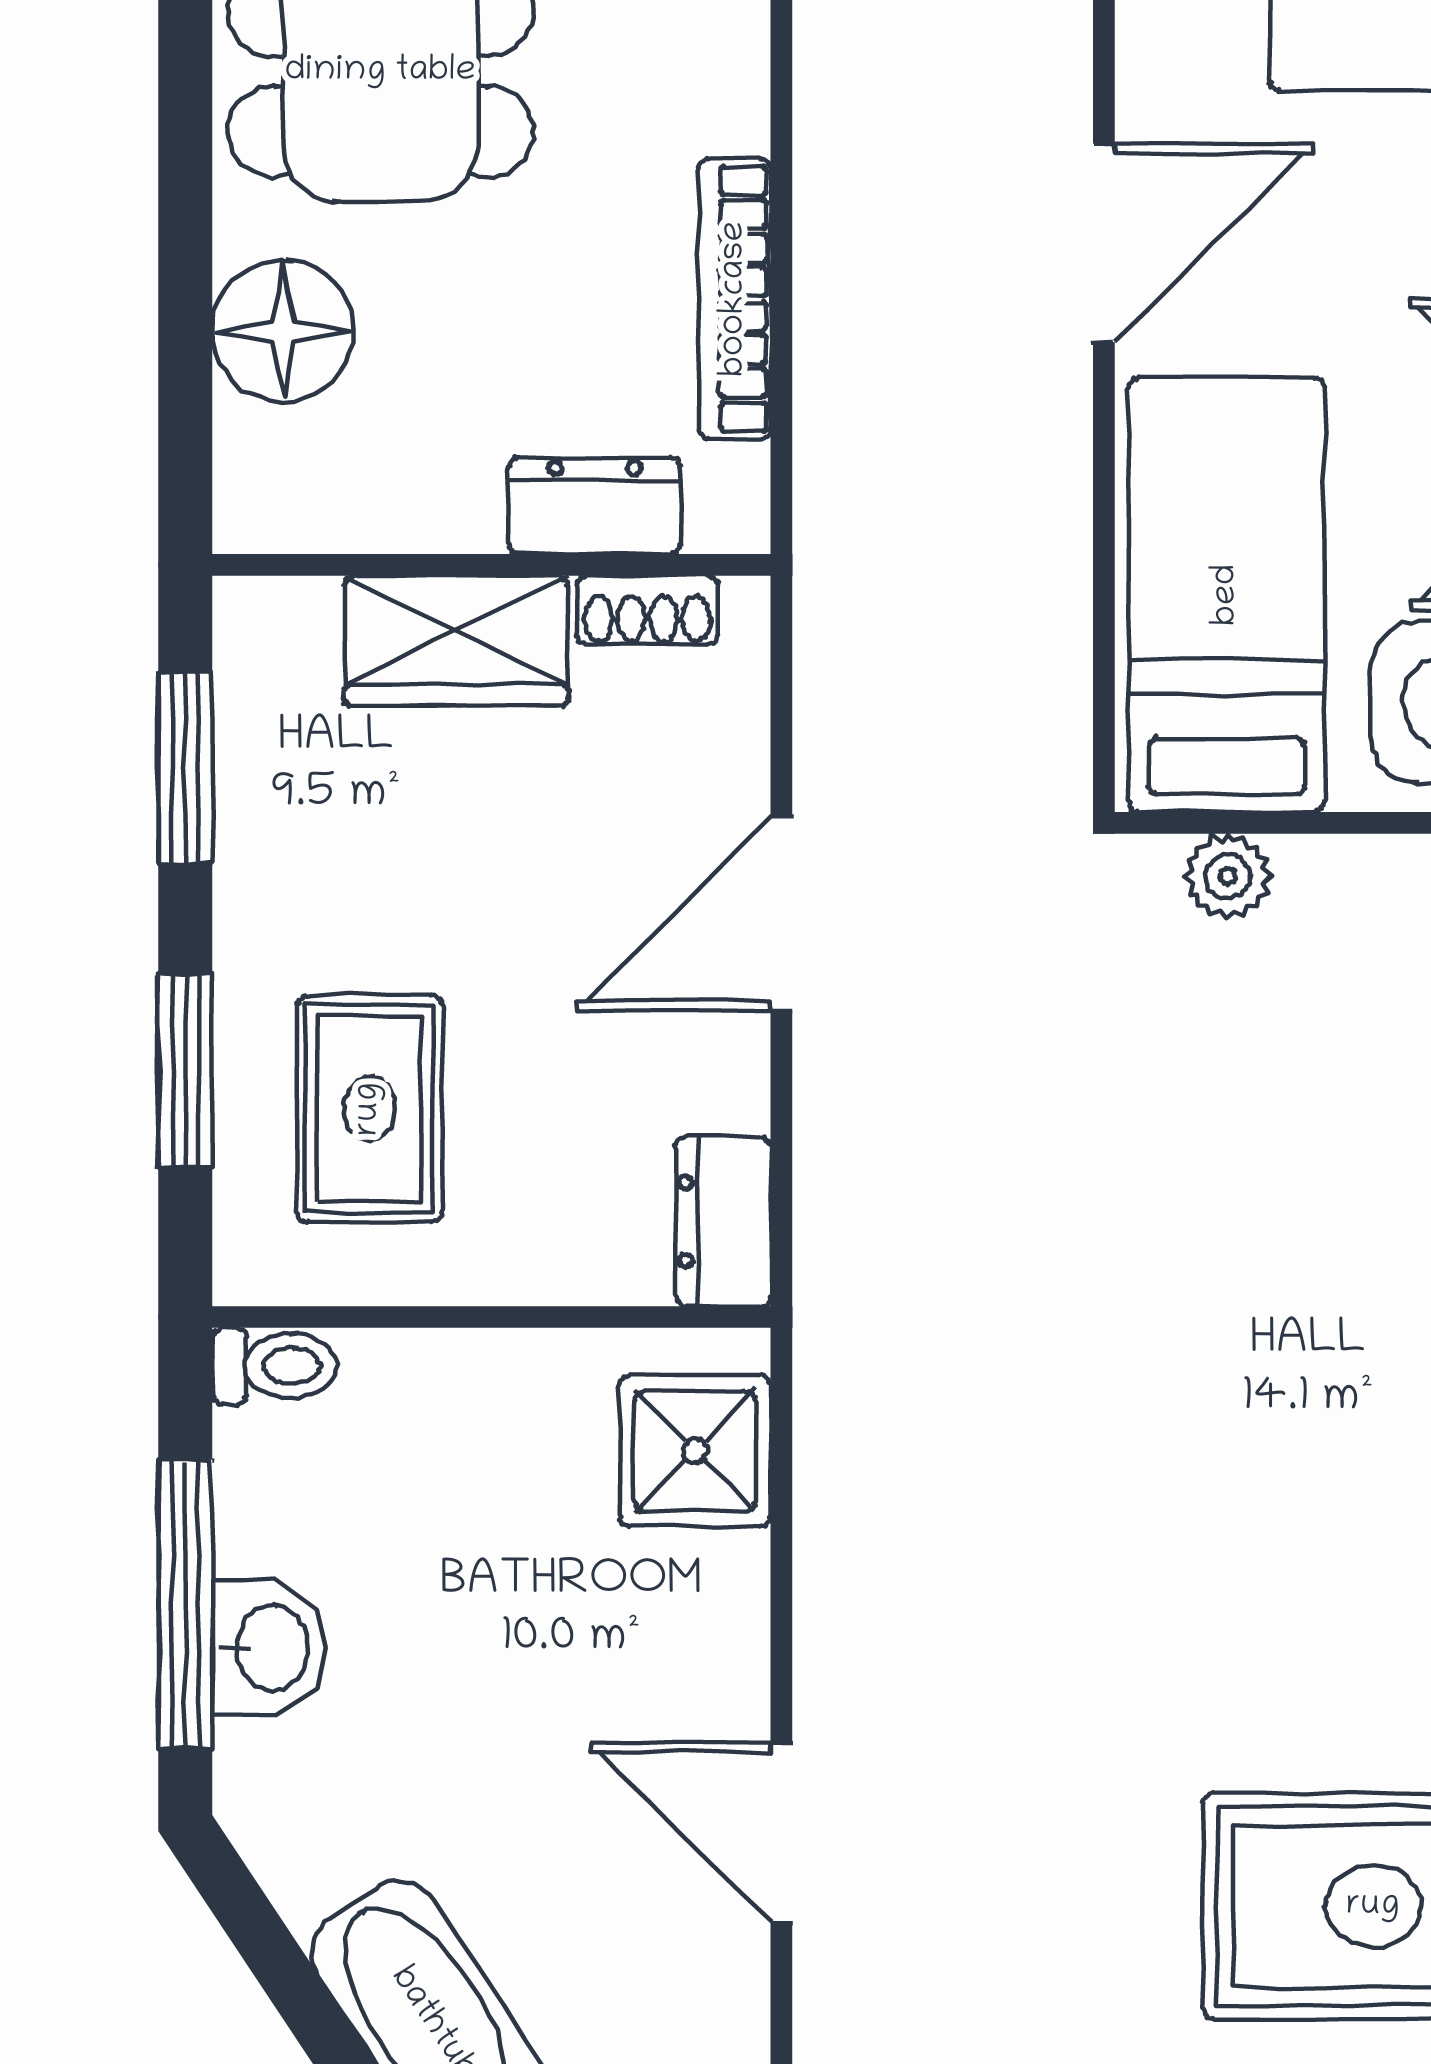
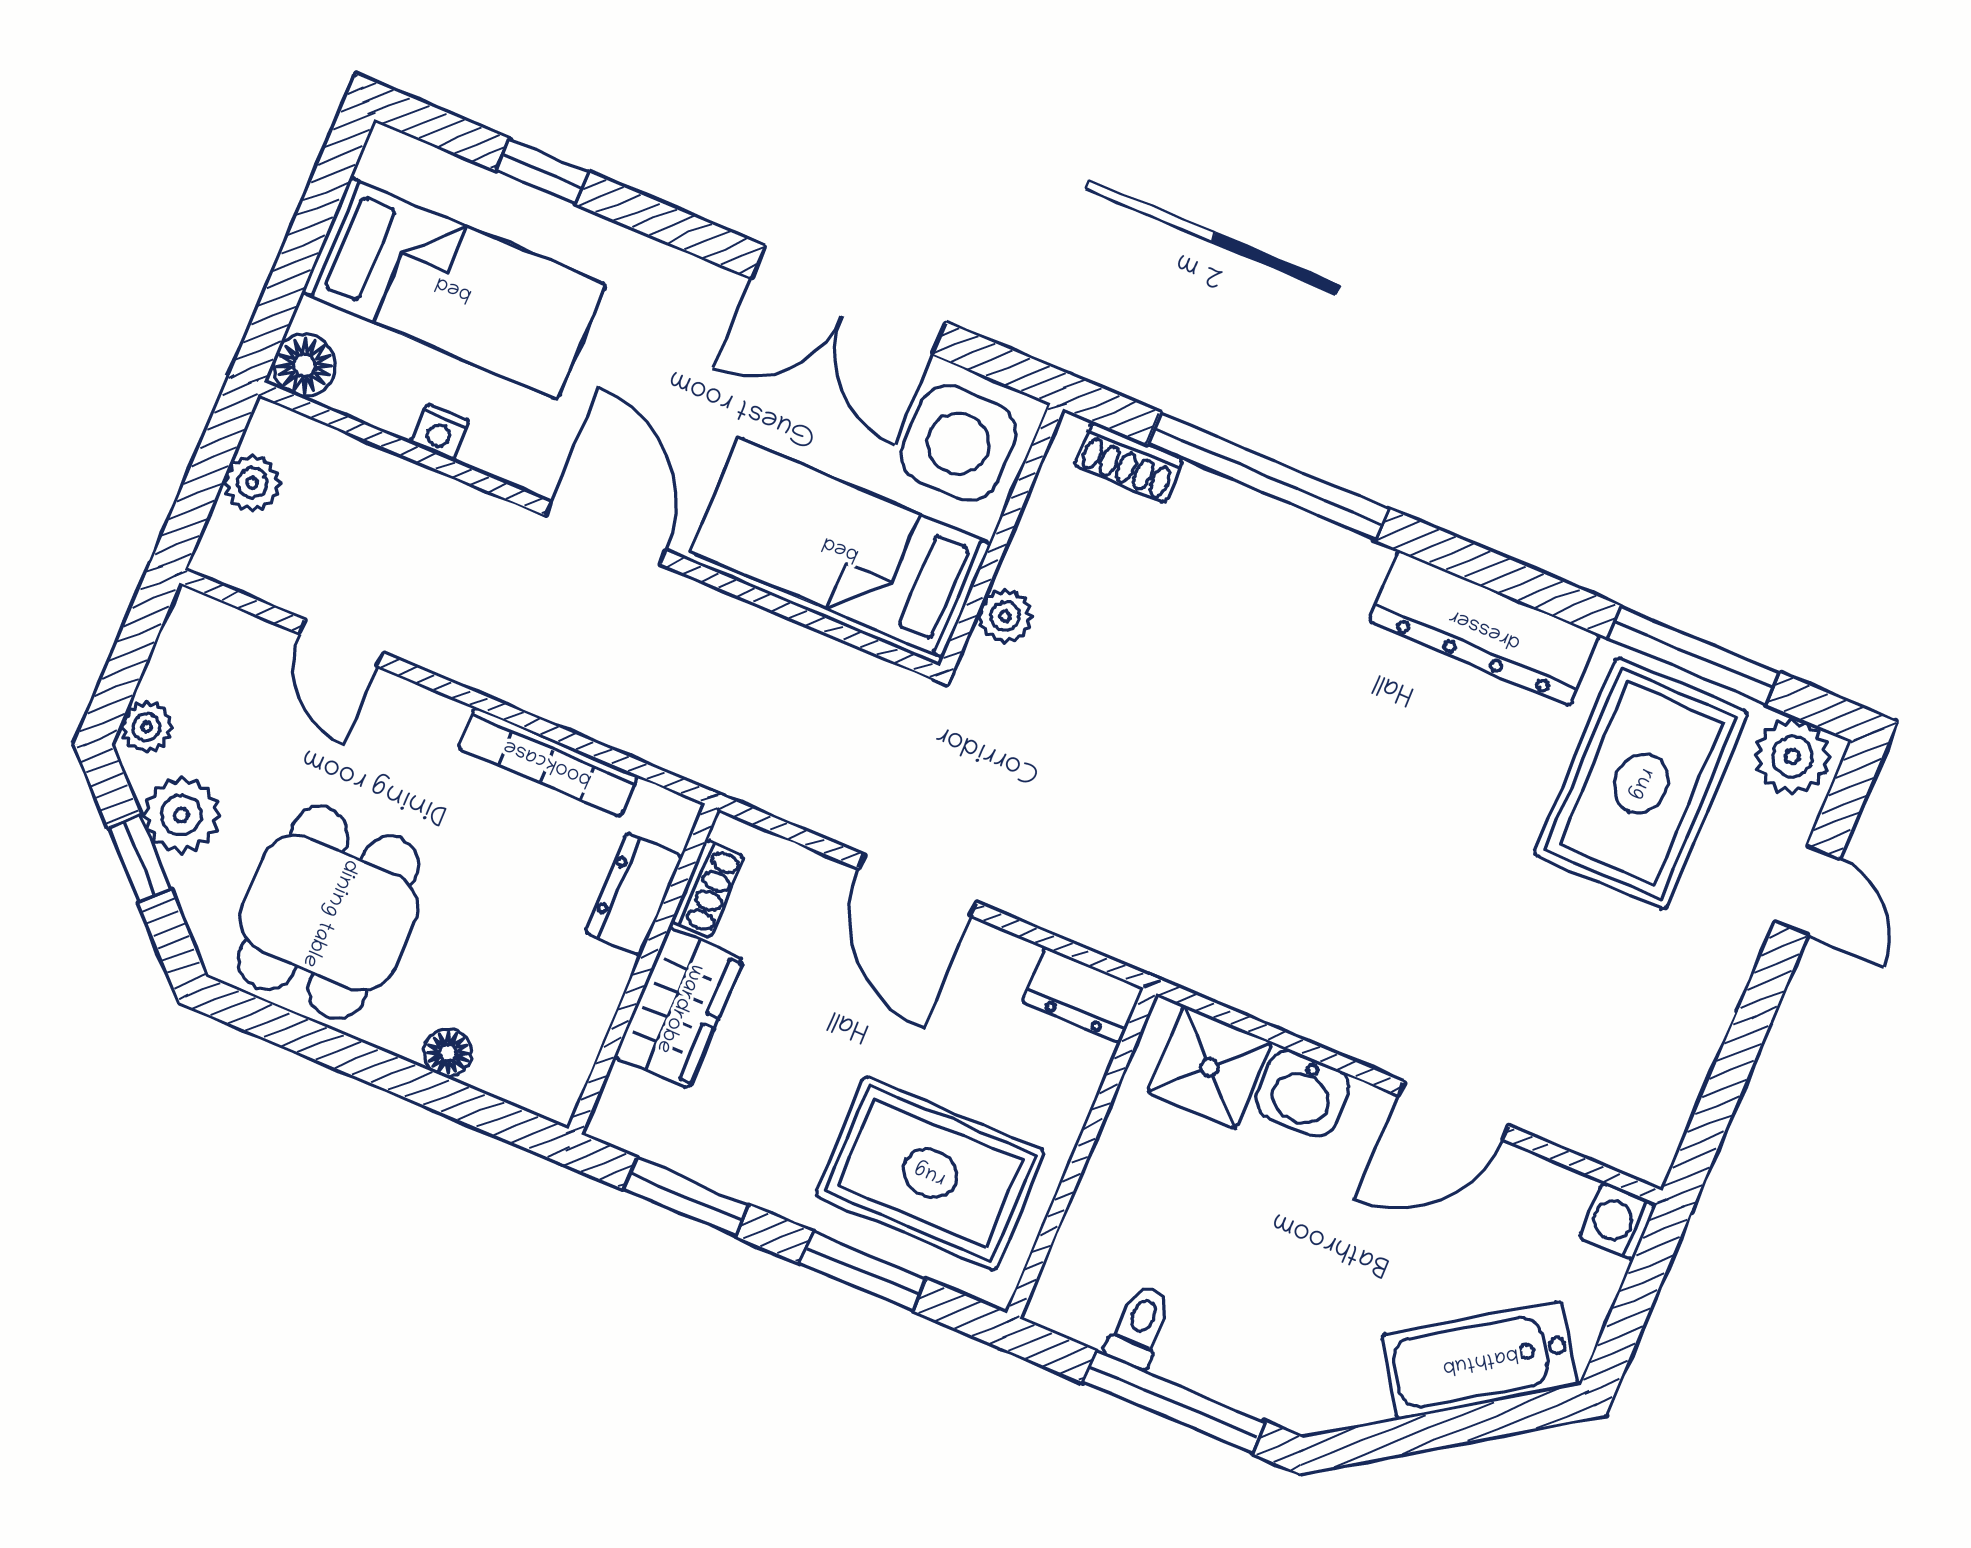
floor lamp: (283, 331) -> (448, 1053), width x0.53, depth x0.53
rug: (369, 1109) -> (930, 1173), width x1.36, depth x1.43
toilet: (274, 1366) -> (1139, 1326), moved
washbasin: (269, 1648) -> (1303, 1094), moved, turned 180

